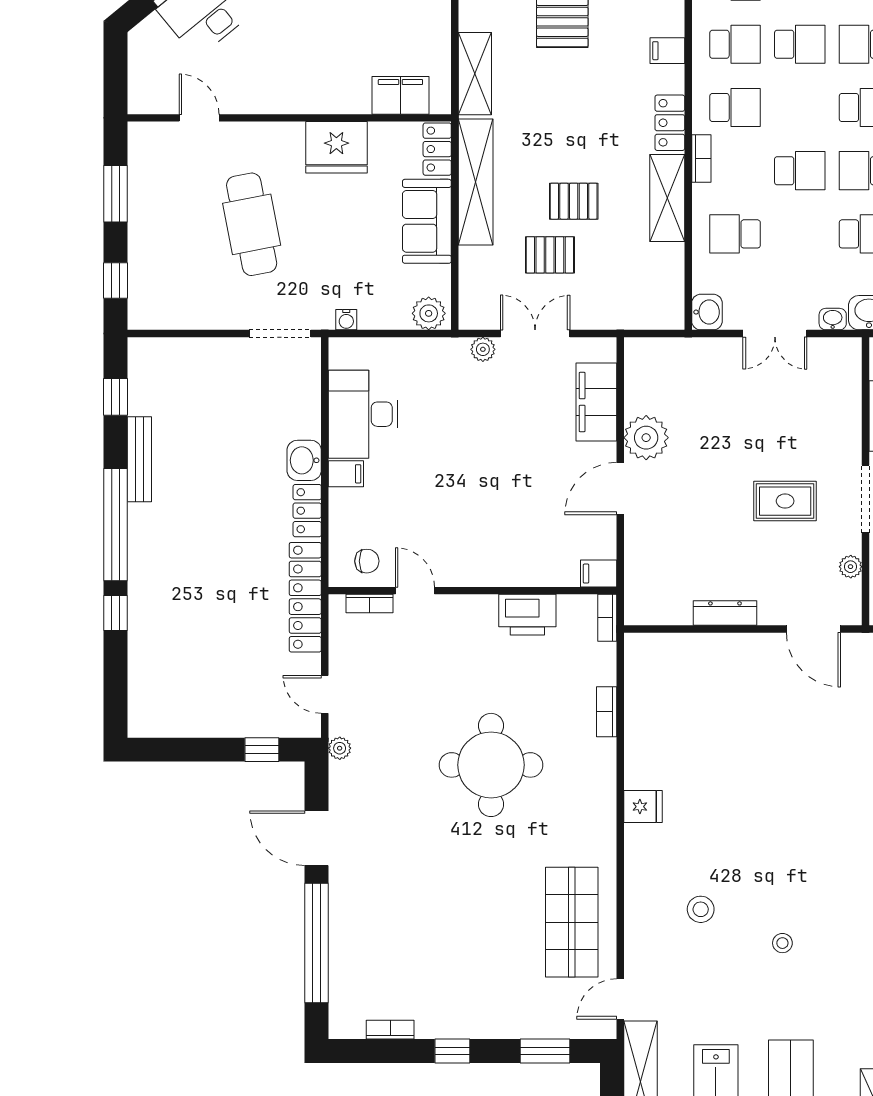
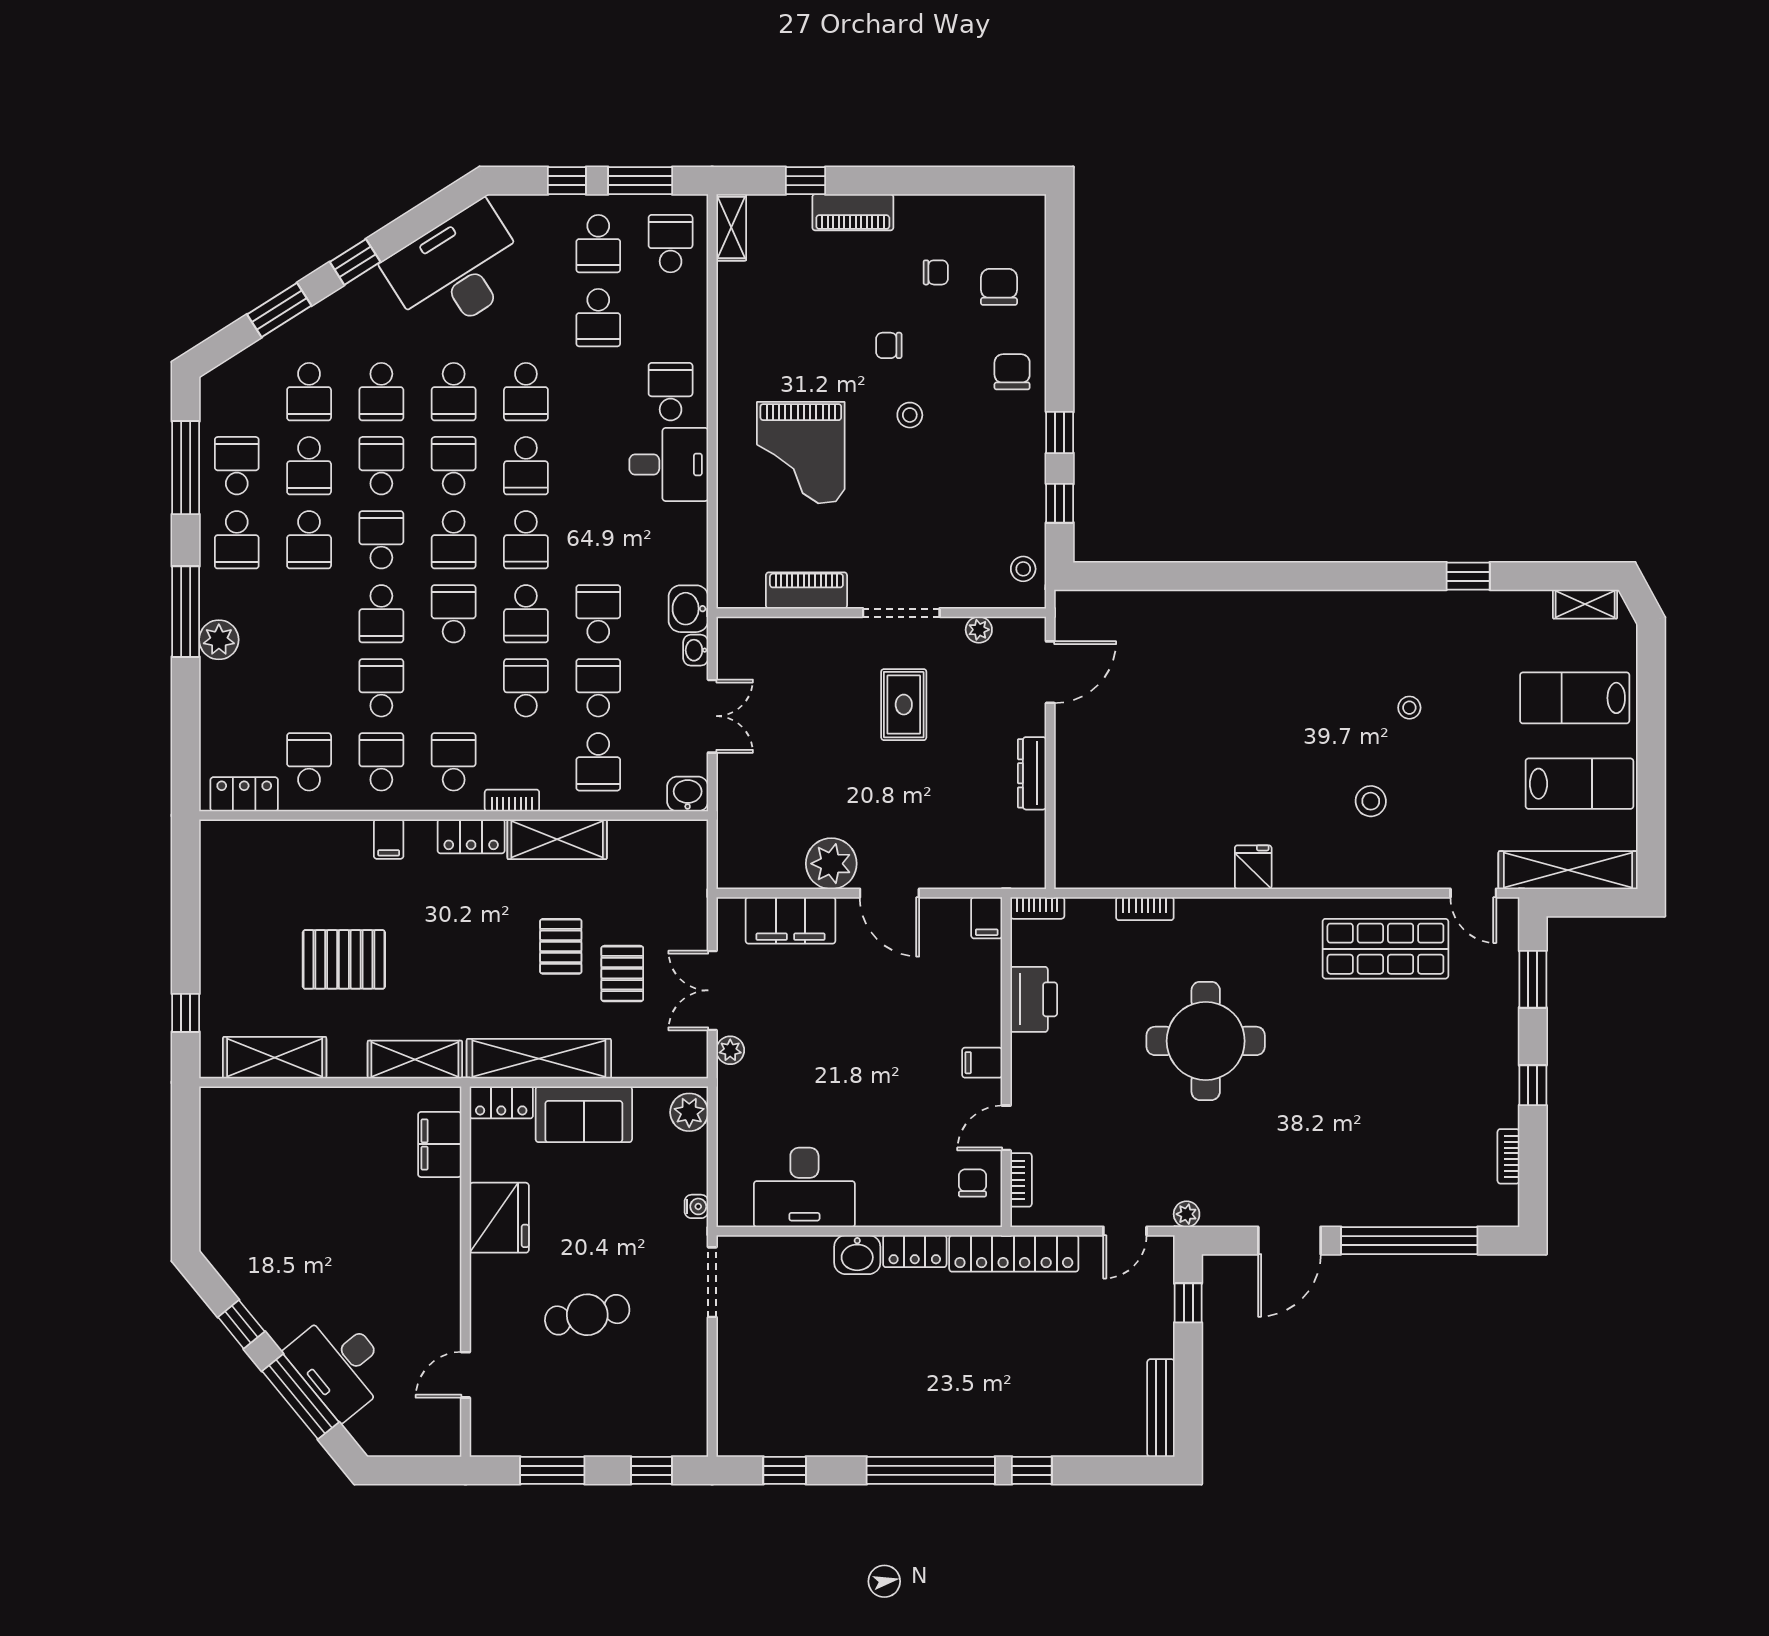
cafe table: (252, 224) -> (587, 1315), width x0.73, depth x0.74
school desk: (800, 234) -> (598, 688), added
bench: (139, 459) -> (1161, 1408), moved, turned 90
filing cabinet: (346, 474) -> (982, 1063), moved, turned -90

